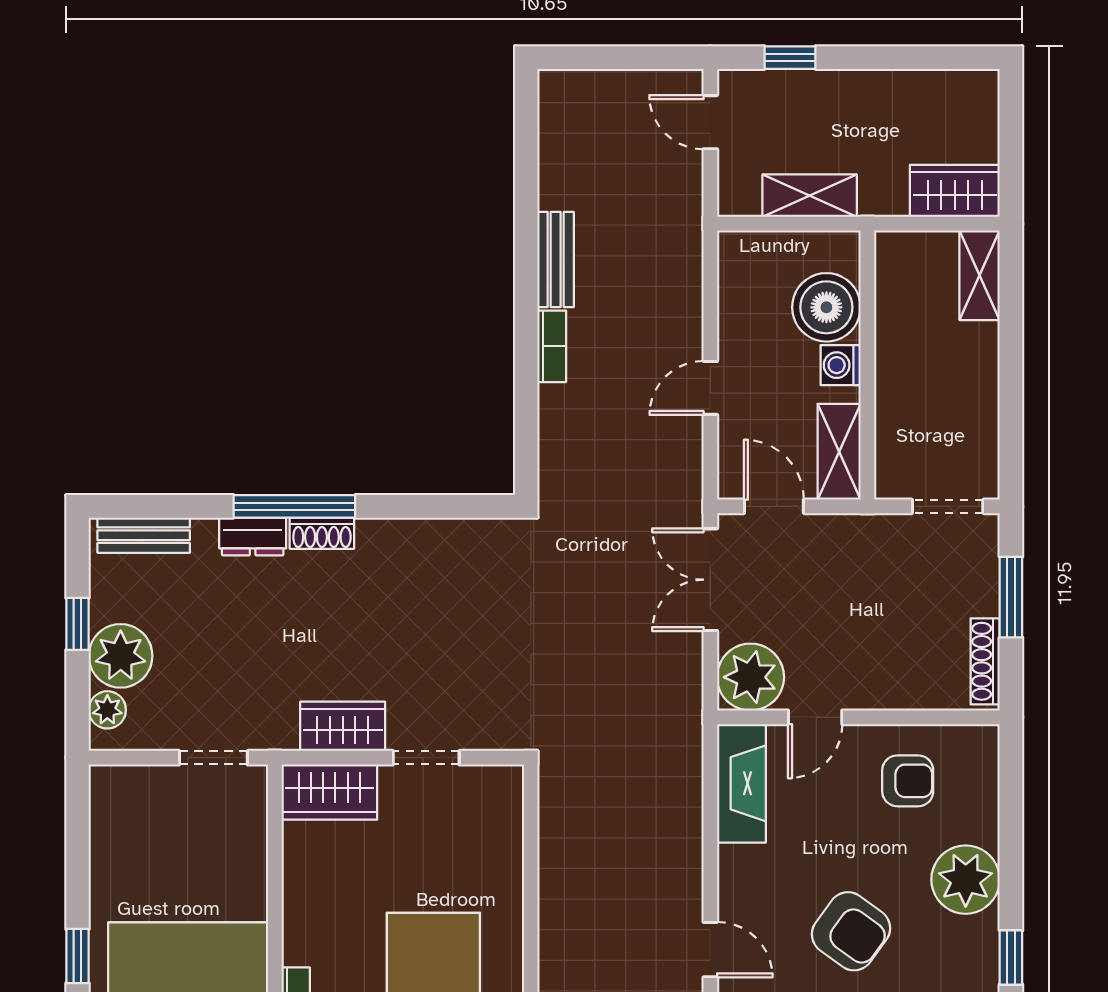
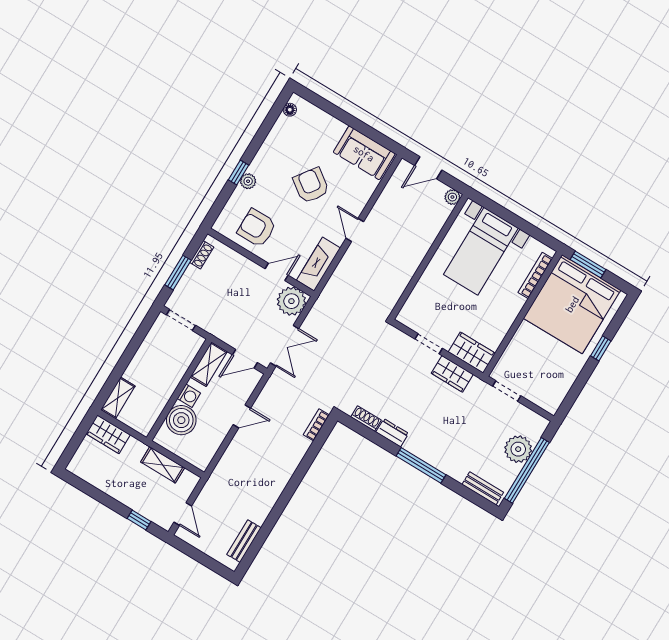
bench: (556, 259) -> (244, 541), moved
bookcase: (552, 346) -> (316, 425), moved
door: (774, 506) -> (245, 359), hinge flipped
shoe rack: (322, 533) -> (366, 419), moved
dresser: (253, 536) -> (392, 433), moved
window: (77, 624) -> (527, 470), width x3.17
shoe rack: (985, 661) -> (202, 255), width x0.70
plant: (107, 710) -> (535, 432), removed
armchair: (908, 781) -> (257, 228), width x1.38, depth x1.38
plant: (966, 880) -> (248, 181), width x0.53, depth x0.53
door: (710, 950) -> (355, 230), moved
window: (1011, 957) -> (239, 173), moved

